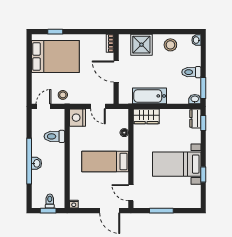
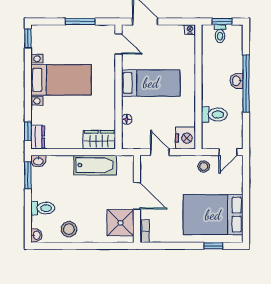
shower: (141, 45) -> (121, 223), moved
toilet: (191, 72) -> (43, 208), moved
window: (203, 175) -> (28, 38), moved

